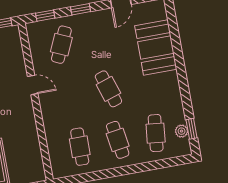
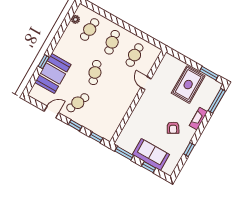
cafe table: (61, 45) -> (78, 103), moved
door: (33, 85) -> (146, 83), moved
window: (192, 129) -> (44, 62), moved

